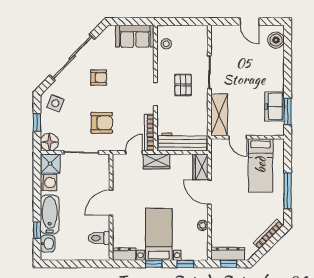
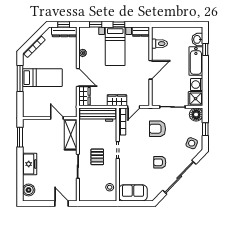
door: (250, 22) -> (62, 204), moved
freezer: (275, 107) -> (30, 164), moved
bed: (261, 165) -> (42, 78), moved, turned 90

